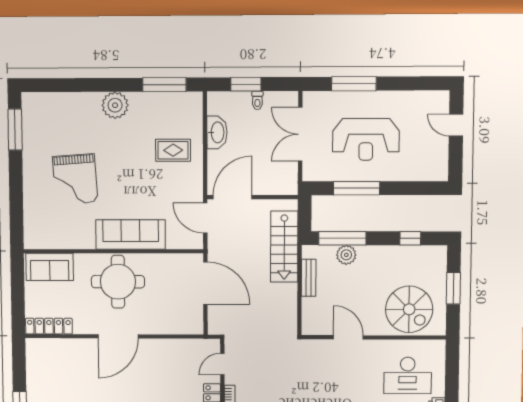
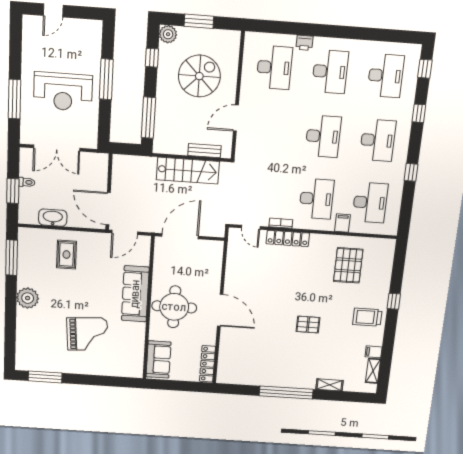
reception desk: (366, 139) -> (63, 92), turned 90
window: (357, 188) -> (106, 79), moved
stairs: (284, 247) -> (188, 171), moved
plant: (346, 255) -> (168, 34), moved
bench: (309, 278) -> (204, 151), moved
spiral stairs: (409, 309) -> (199, 76), moved

